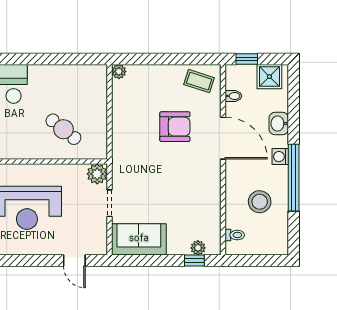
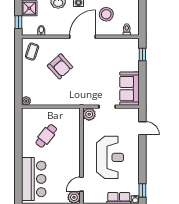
armchair: (175, 127) -> (60, 66), turned 138
cafe table: (63, 129) -> (46, 136), moved
door: (223, 138) -> (82, 37), moved
plant: (198, 248) -> (135, 52), removed
door: (74, 261) -> (142, 128), hinge flipped

